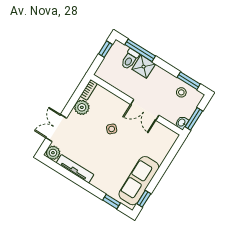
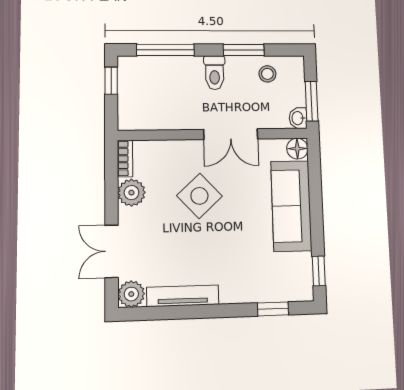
toilet: (130, 59) -> (215, 73), moved
shower: (144, 67) -> (186, 71), removed
window: (189, 81) -> (244, 50), moved
side table: (112, 129) -> (199, 196), width x1.87, depth x1.87
floor lamp: (172, 137) -> (297, 149), added
sofa: (139, 181) -> (291, 206), moved

